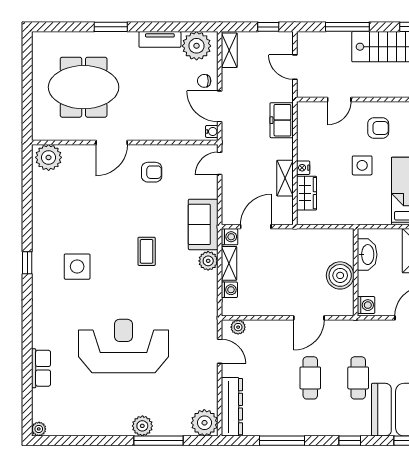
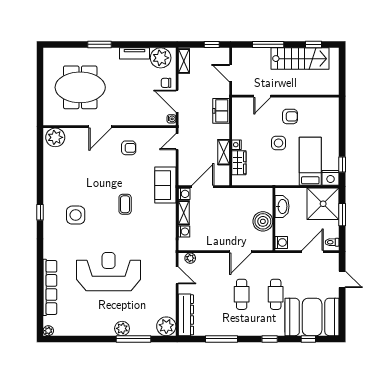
plant: (208, 261) -> (169, 211), removed
row of seats: (41, 368) -> (50, 287), width x2.02

